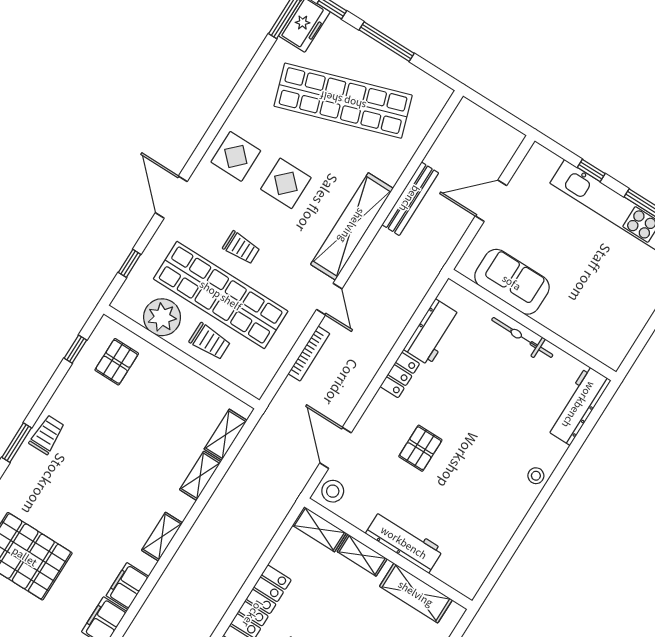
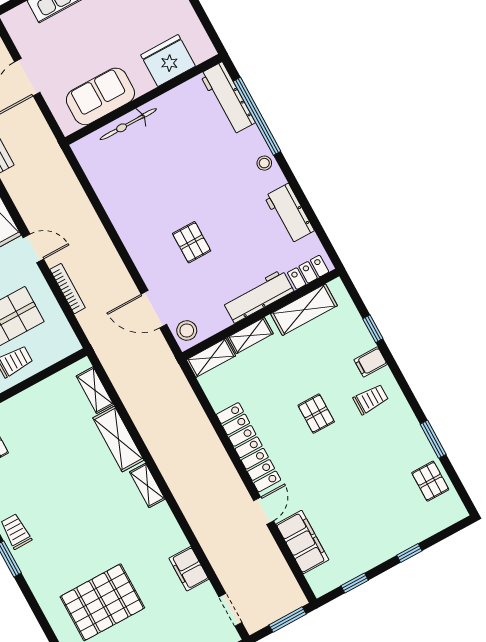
fridge: (583, 328) -> (168, 60), added
workbench: (432, 332) -> (289, 214), moved, turned 180
bicycle: (522, 337) -> (128, 124), moved
locker: (400, 375) -> (308, 272), moved, turned -90
window: (577, 443) -> (257, 116), added
shelving: (200, 476) -> (118, 439), width x1.50, depth x1.33
filing cabinet: (127, 586) -> (171, 535), removed

